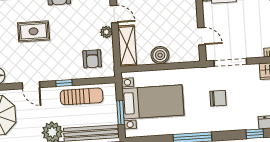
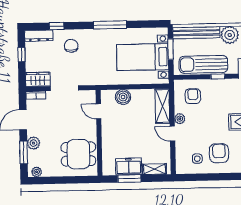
boiler: (160, 55) -> (123, 97), moved
doorway: (230, 62) -> (64, 88), moved
sun lounger: (82, 96) -> (203, 64), width x1.36, depth x1.34
chair: (218, 98) -> (71, 46), moved, turned 90

